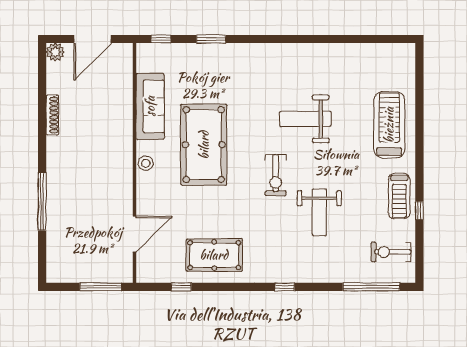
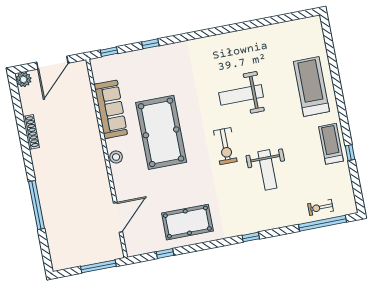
window: (211, 39) -> (150, 44), width x0.67
treadmill: (399, 196) -> (331, 144), turned 180
exercise bike: (391, 252) -> (320, 207), moved, width x0.73, depth x0.72

